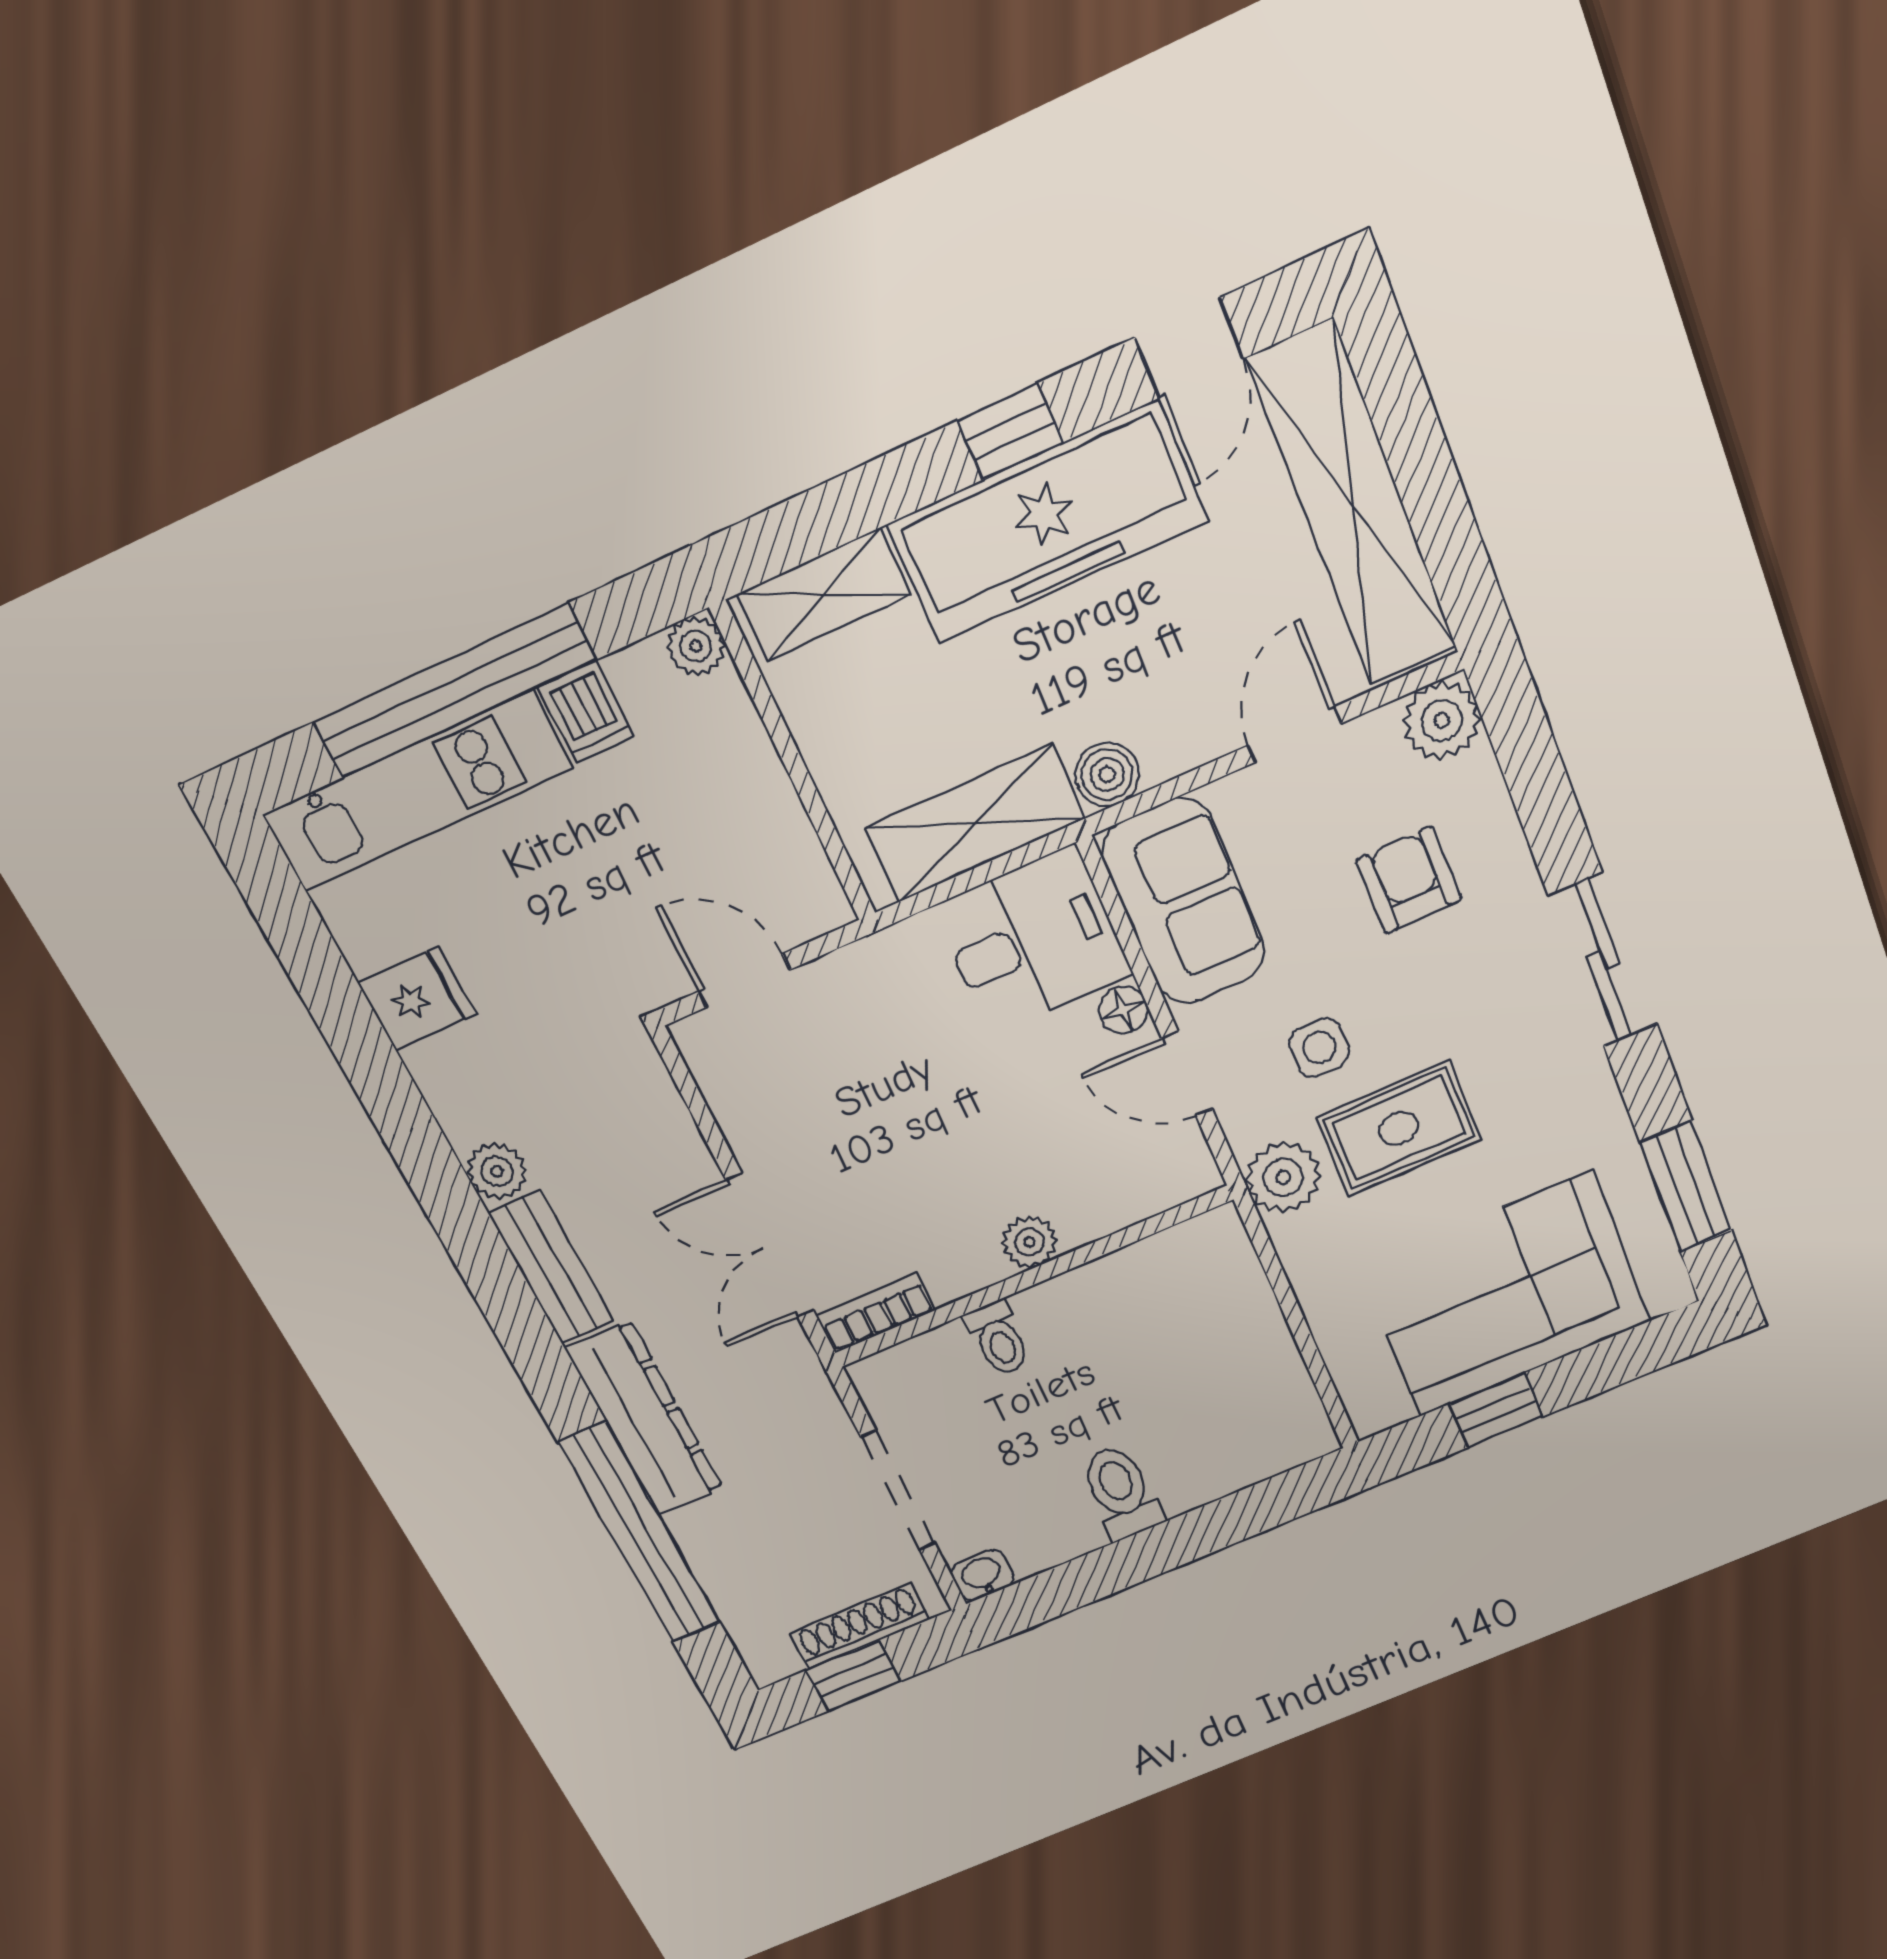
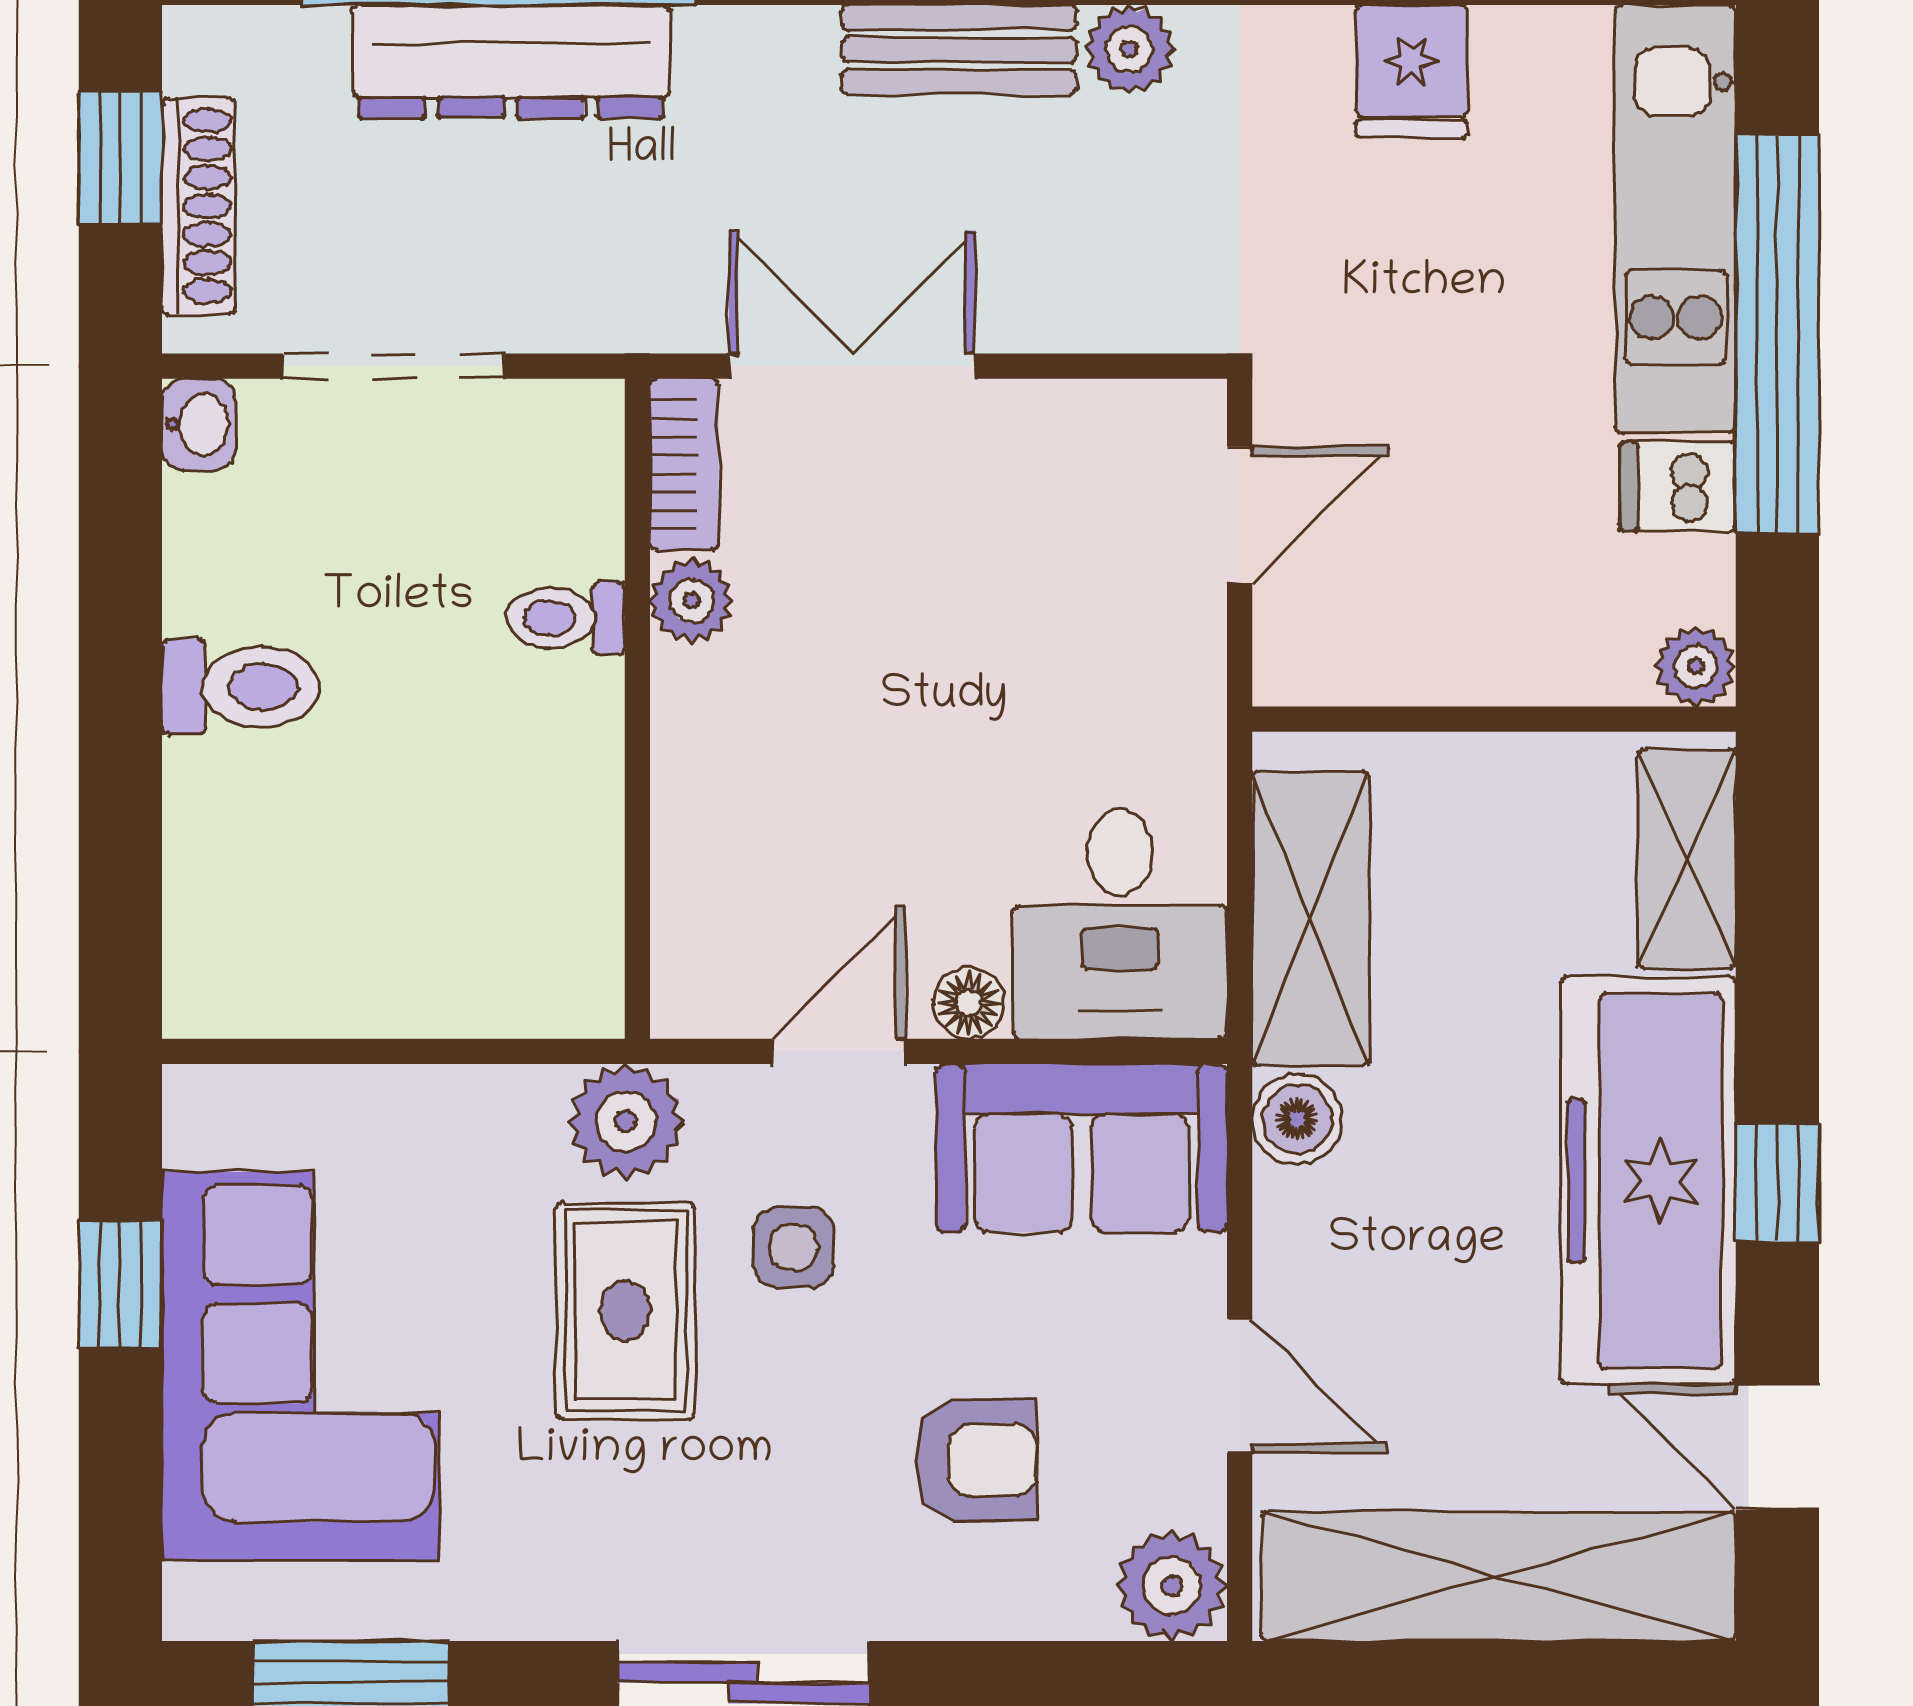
plant: (1029, 1242) -> (692, 601), moved
dresser: (644, 1419) -> (511, 61), moved

